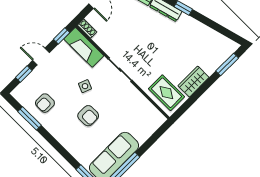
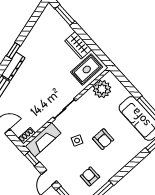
armchair: (45, 103) -> (90, 176), turned 180
plant: (145, 111) -> (102, 89), added
armchair: (88, 116) -> (103, 139), turned 90

